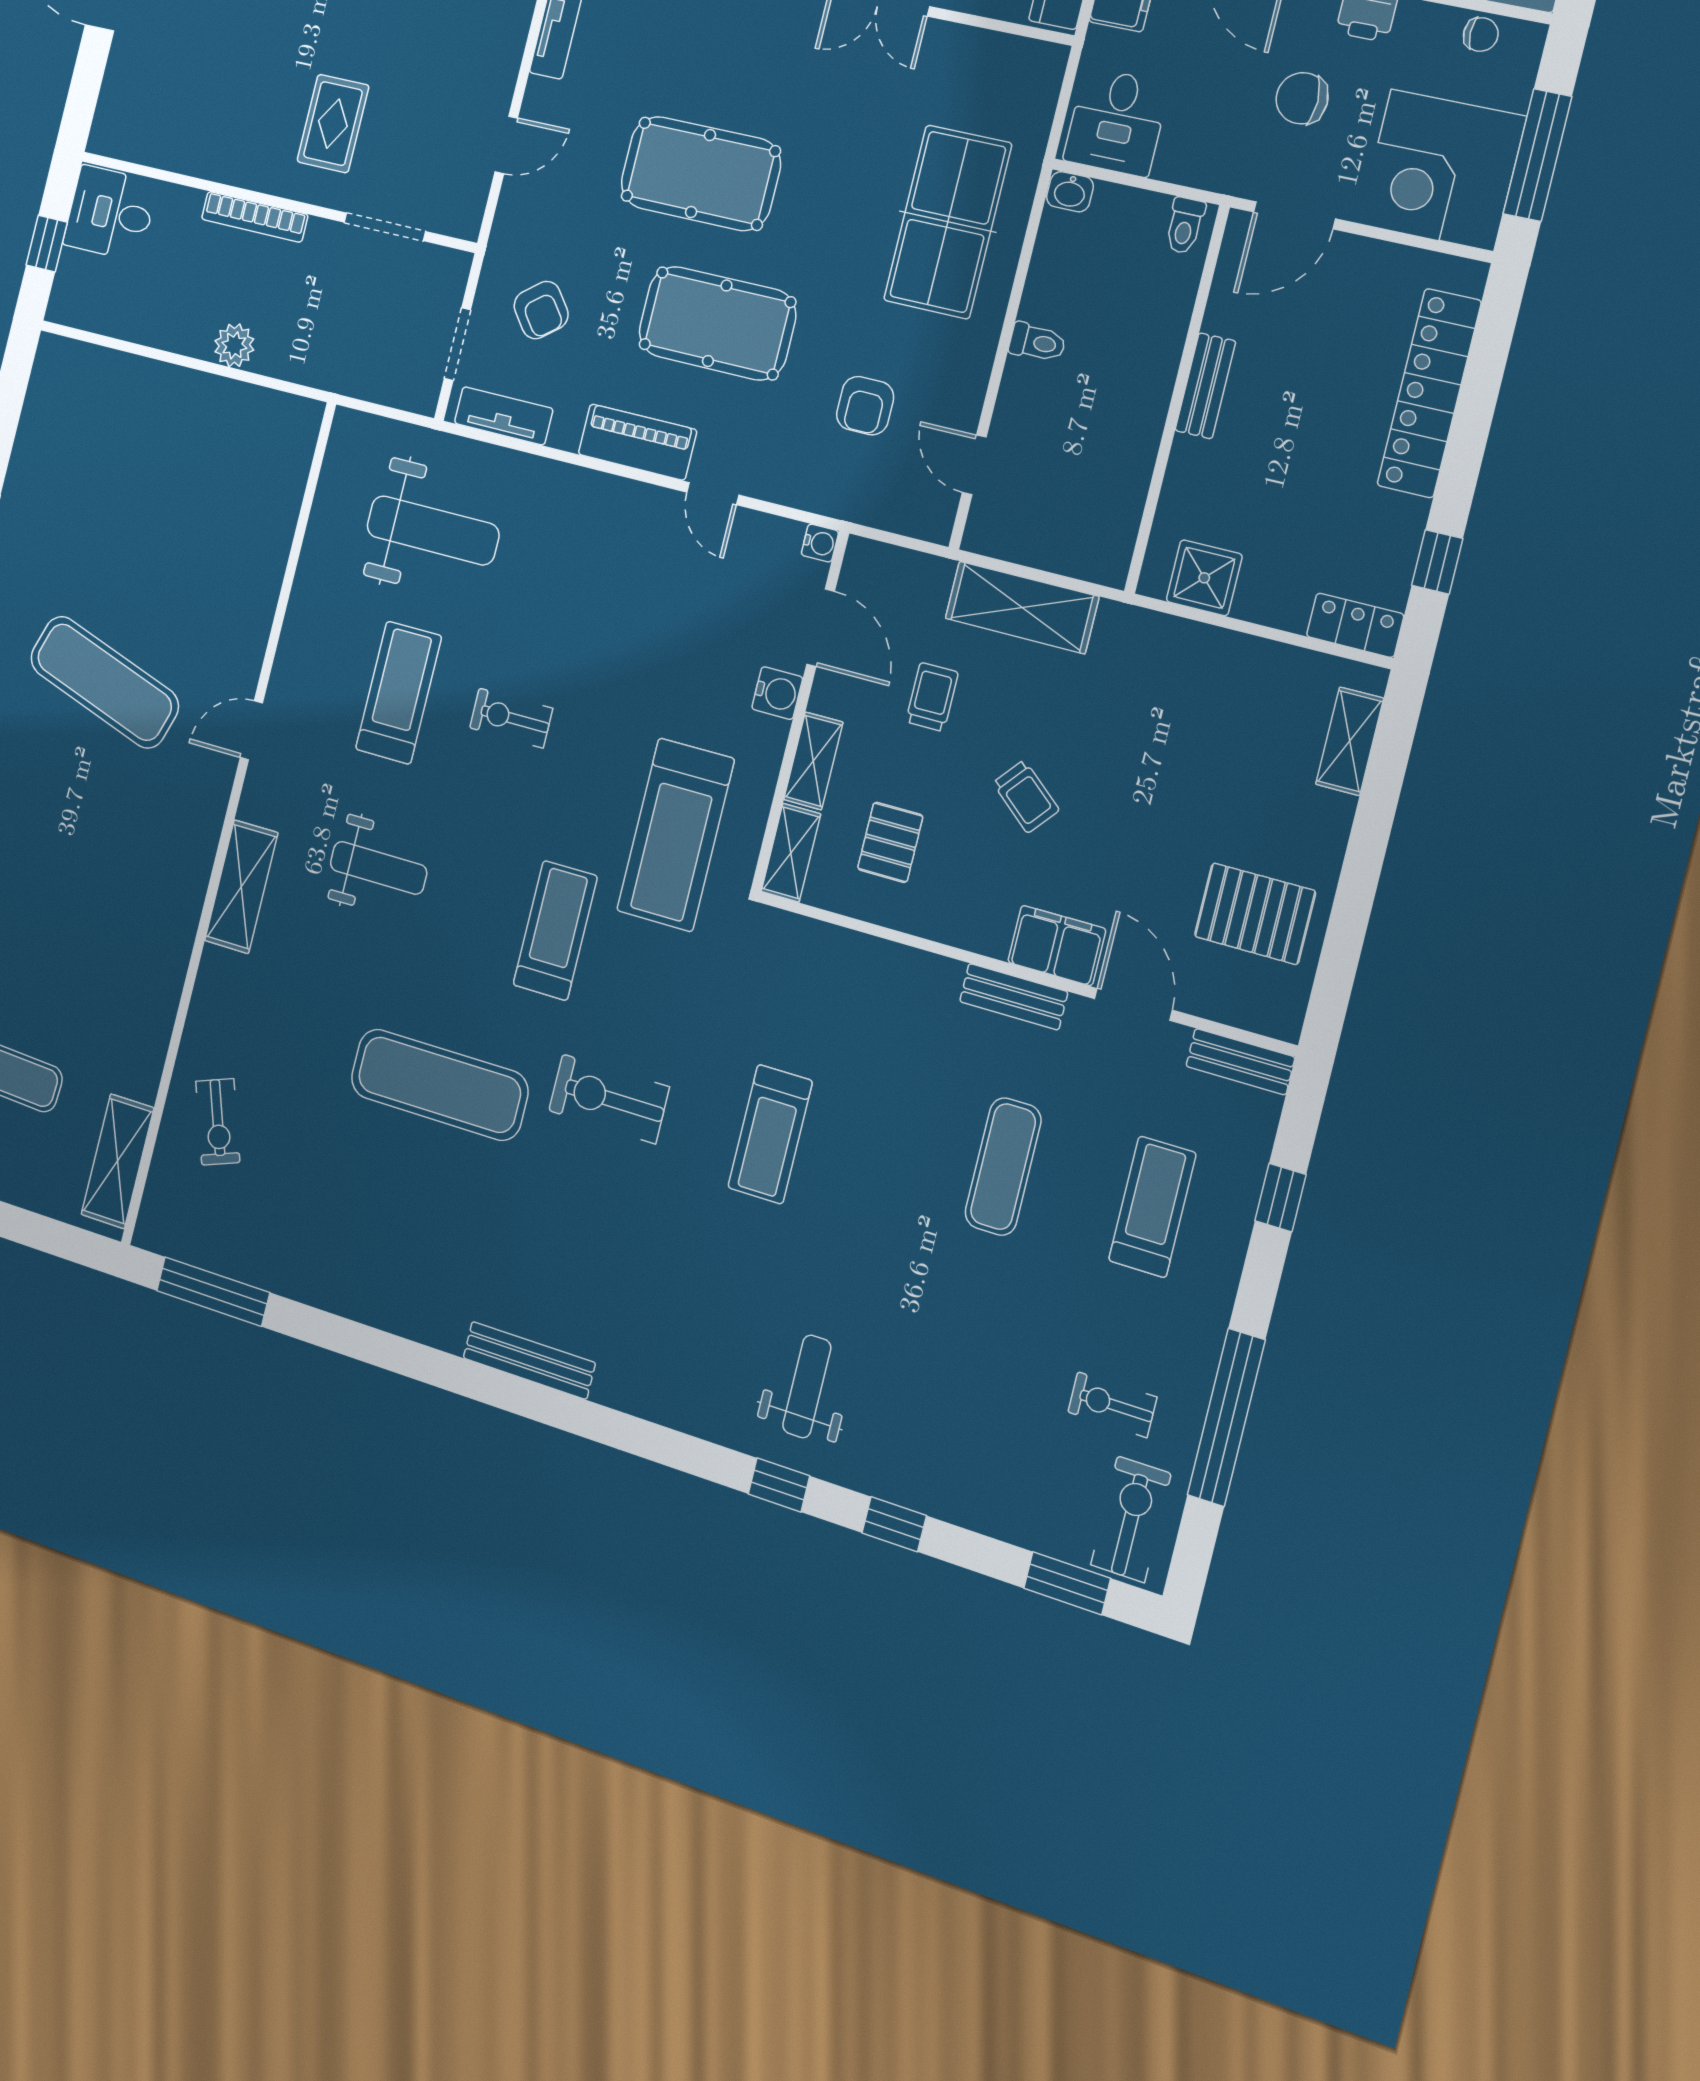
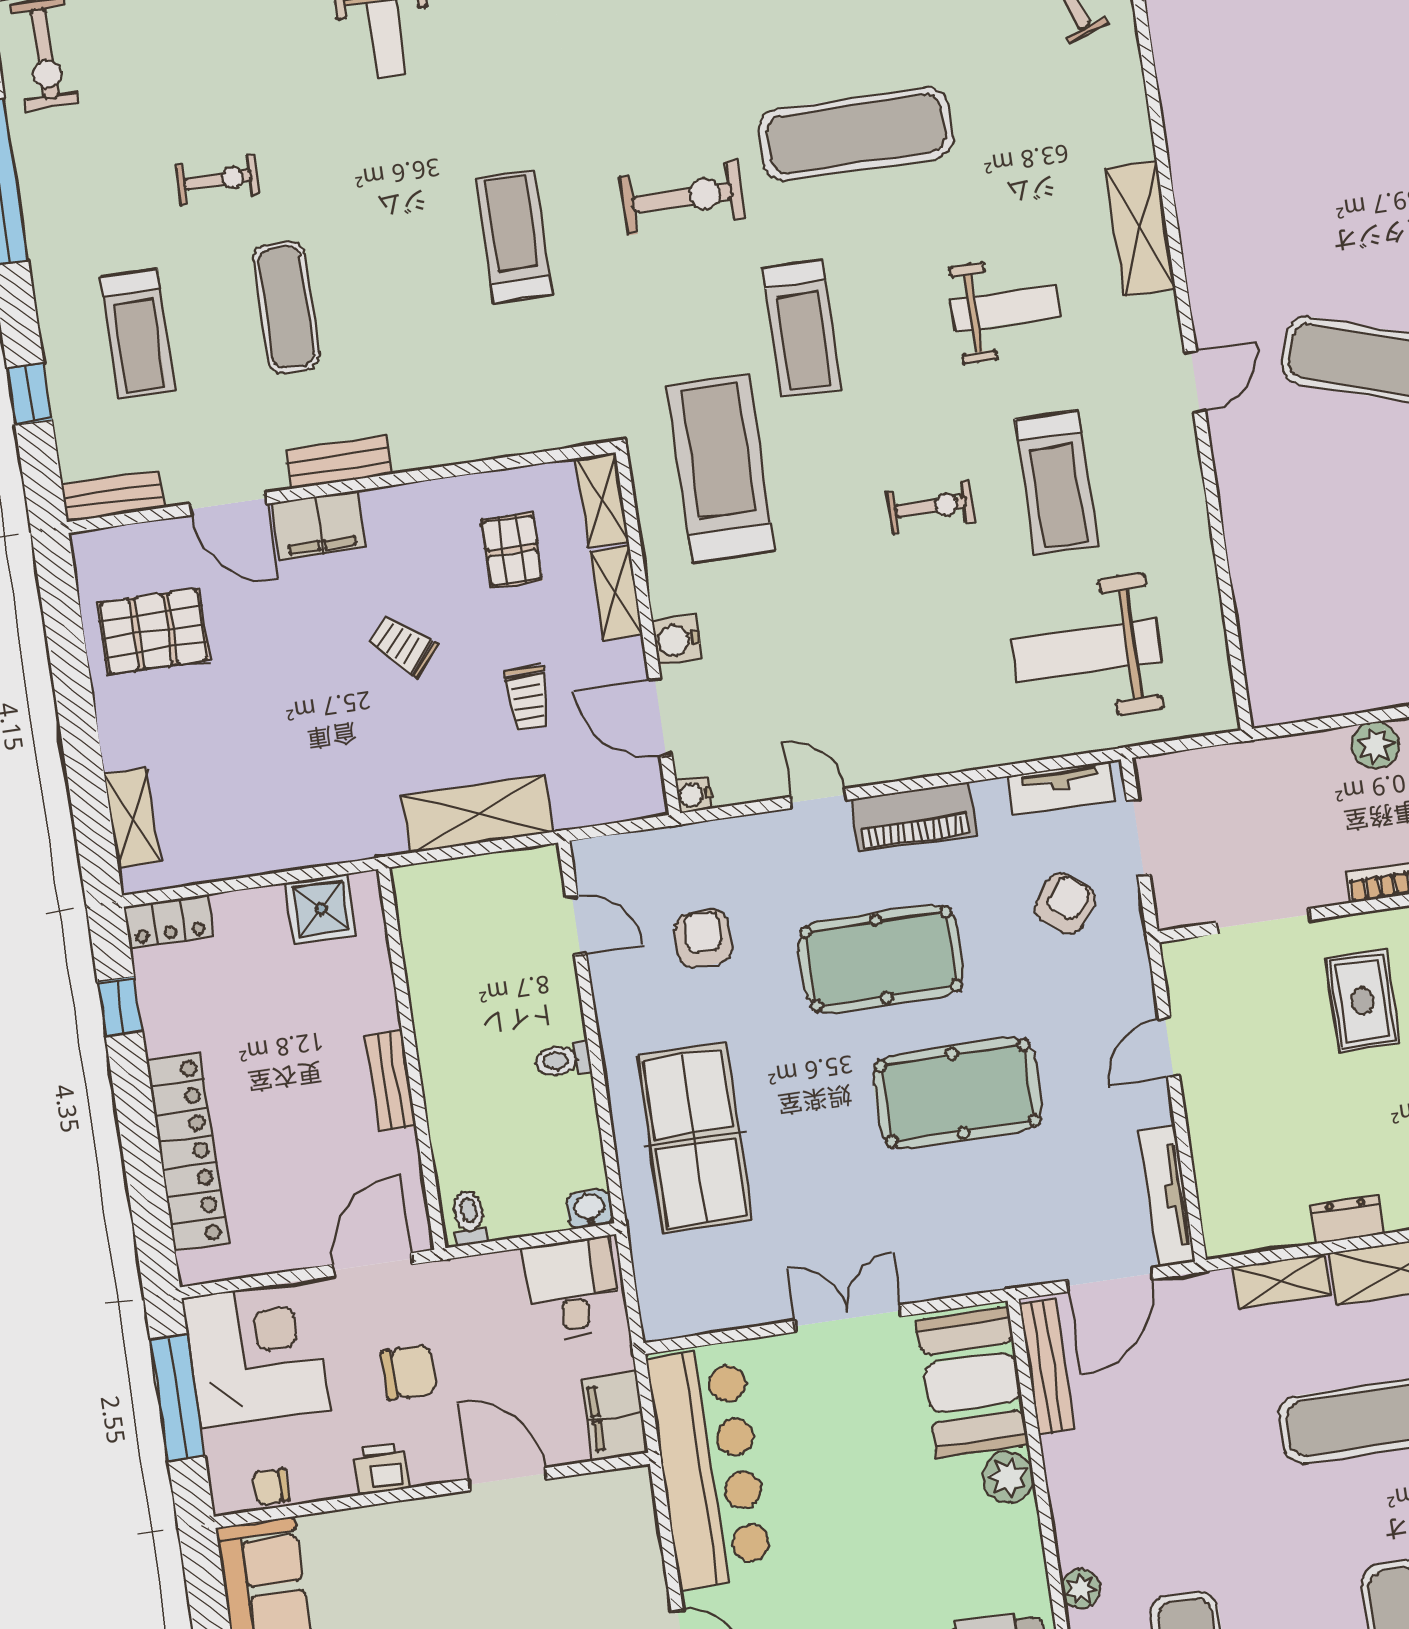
armchair: (541, 310) -> (1065, 903), turned 76
weight bench: (379, 868) -> (1005, 309), turned 180
exercise bike: (1112, 1405) -> (218, 180), moved

